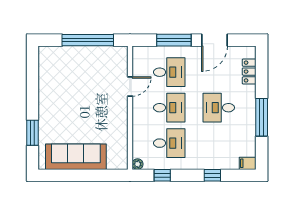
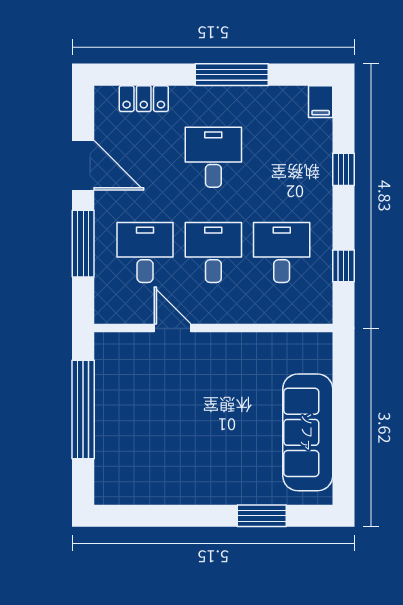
desk: (219, 108) -> (213, 157), turned 180
plant: (138, 164) -> (322, 314), removed

